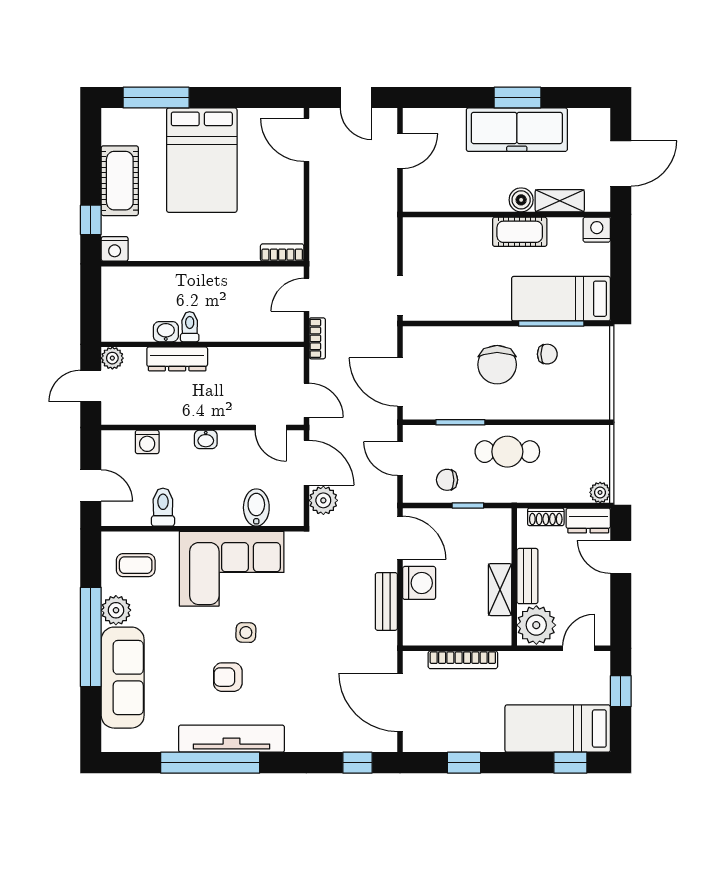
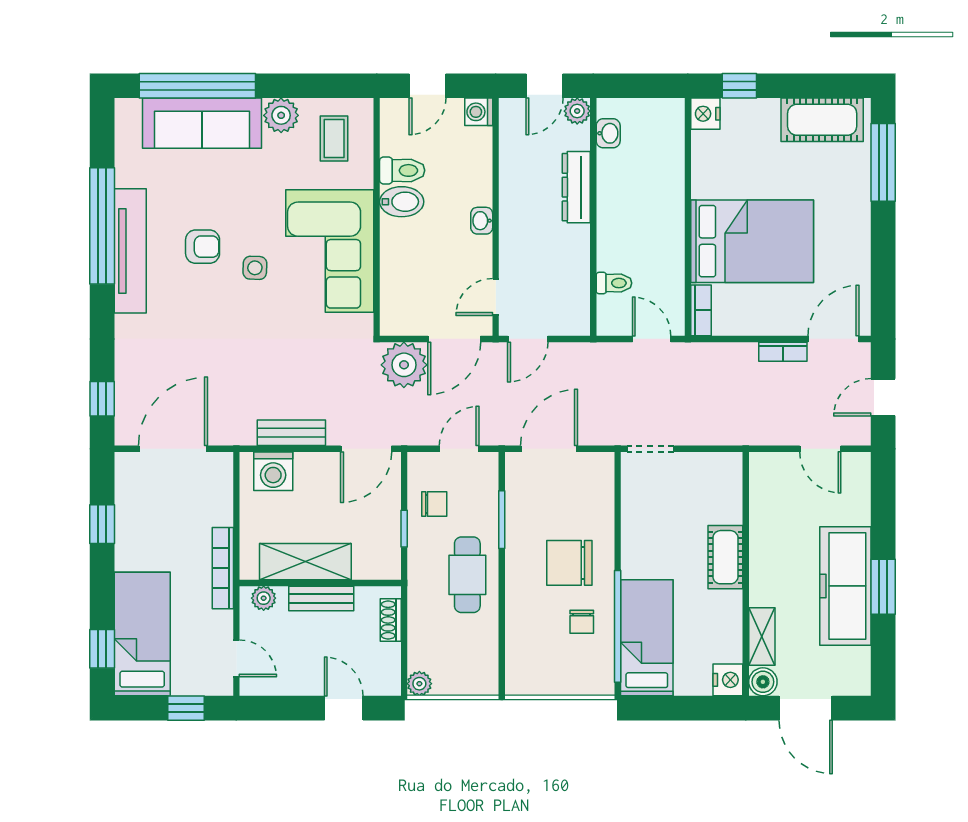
bed: (202, 160) -> (752, 241), moved, turned 180
cot: (120, 181) -> (822, 120), moved
boiler: (521, 200) -> (763, 682), moved
cot: (520, 232) -> (725, 557), moved
window: (551, 324) -> (618, 626), width x1.46
toilet: (190, 327) -> (614, 283), moved
washbasin: (166, 332) -> (608, 133), moved
bookcase: (317, 338) -> (783, 352), moved
door: (91, 386) -> (544, 86), swing flipped
washing machine: (147, 442) -> (479, 112), moved
chair: (447, 480) -> (434, 504), turned 90
plant: (323, 500) -> (404, 365), width x1.36, depth x1.36
bidet: (256, 508) -> (402, 202), moved
dresser: (588, 520) -> (386, 670), removed
door: (621, 557) -> (344, 708), hinge flipped
washing machine: (419, 583) -> (273, 471), moved
shelving: (500, 590) -> (305, 562), width x1.50, depth x1.33
plant: (536, 625) -> (264, 598), width x0.53, depth x0.53
window: (91, 637) -> (197, 86), moved
bookcase: (463, 660) -> (223, 568), moved
armchair: (228, 677) -> (203, 247), turned 90

